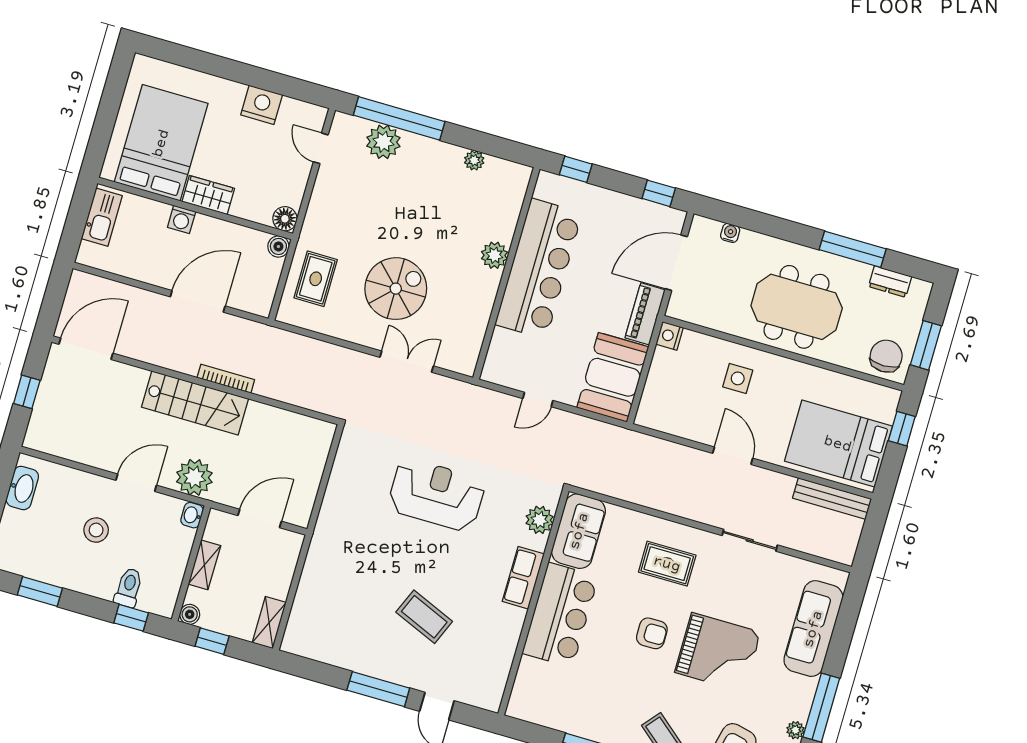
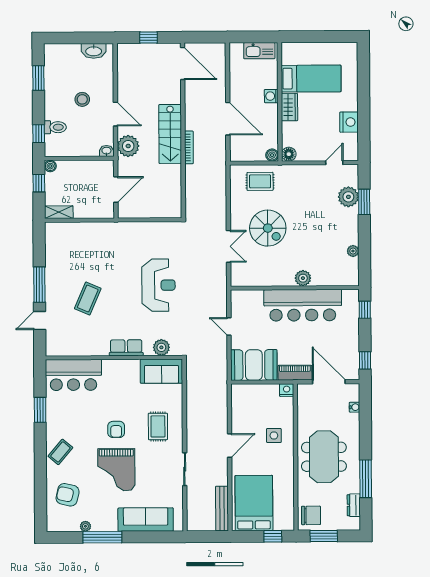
window: (399, 118) -> (364, 202), width x0.47
bed: (161, 143) -> (311, 79), width x0.67
door: (260, 518) -> (116, 190), hinge flipped
shelving: (204, 565) -> (81, 166), removed
bar counter: (560, 615) -> (73, 375), moved

